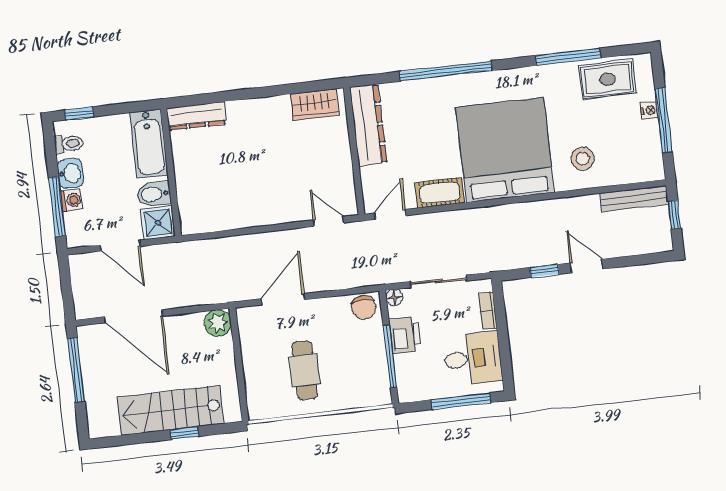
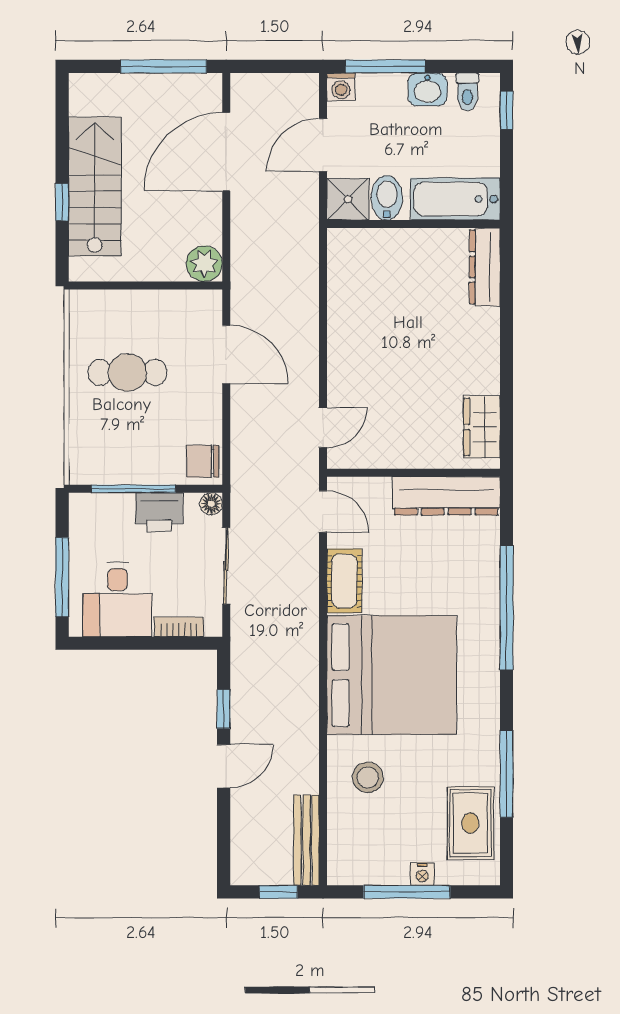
washing machine: (72, 200) -> (341, 87), moved

